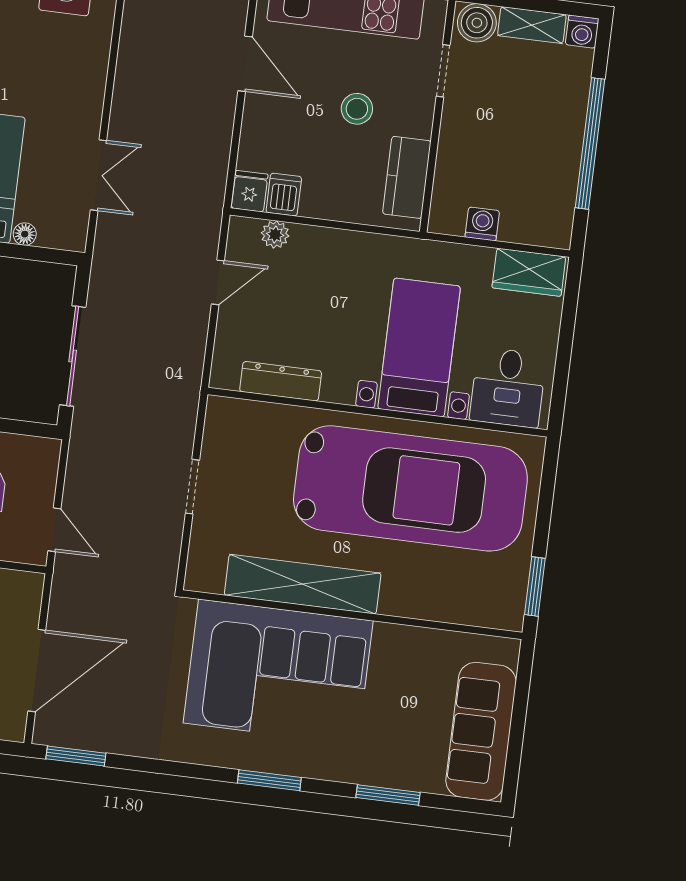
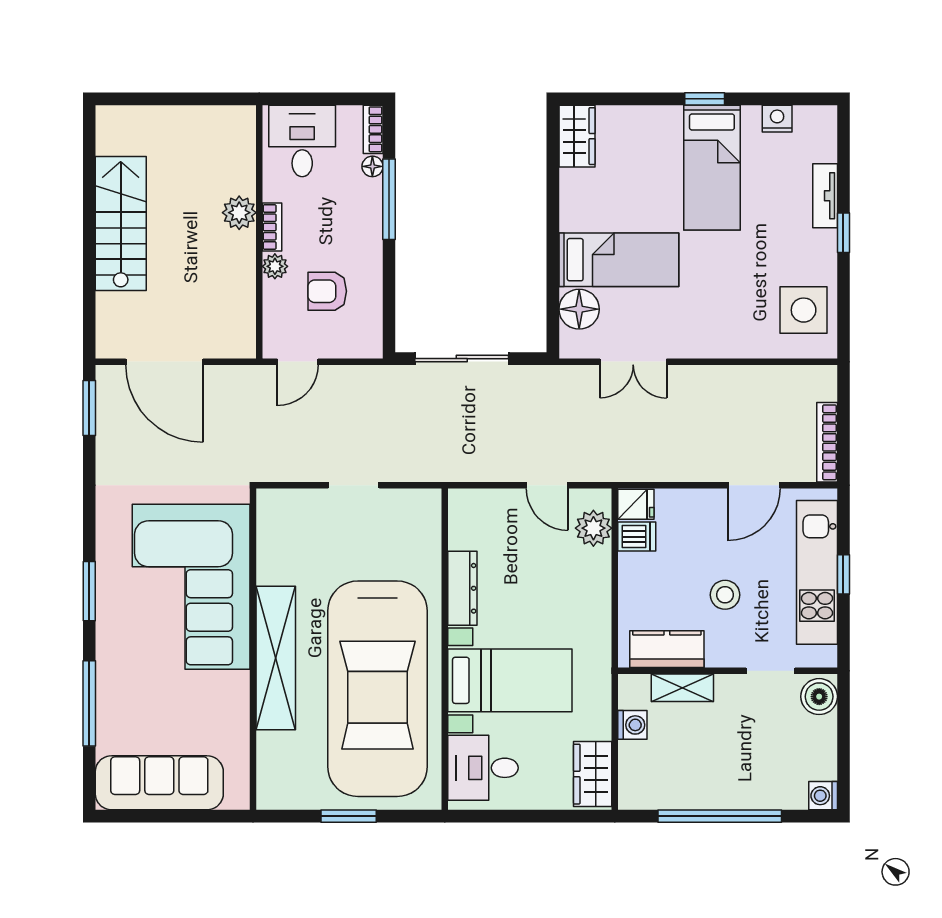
shelving: (532, 25) -> (682, 688), moved, turned 90
floor lamp: (25, 234) -> (579, 309), width x1.89, depth x1.89
plant: (275, 234) -> (593, 528), width x1.38, depth x1.38
dresser: (281, 381) -> (462, 588), moved
shelving: (303, 584) -> (276, 658), moved
window: (535, 586) -> (349, 816), moved
window: (388, 795) -> (89, 703), width x1.44

